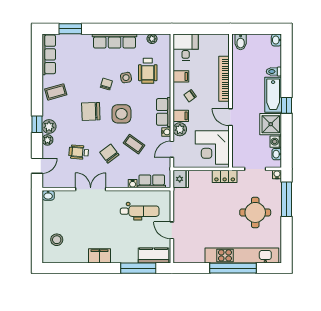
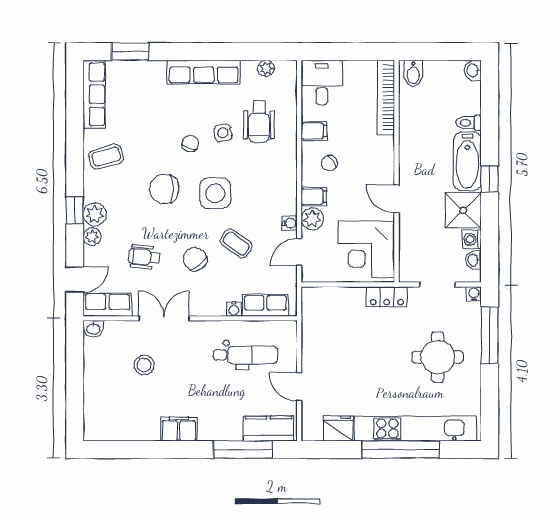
bookcase: (224, 79) -> (386, 98), moved
row of seats: (164, 112) -> (108, 305), moved, turned 90
fridge: (181, 179) -> (338, 429), moved, turned -90
stool: (57, 240) -> (144, 365), moved

